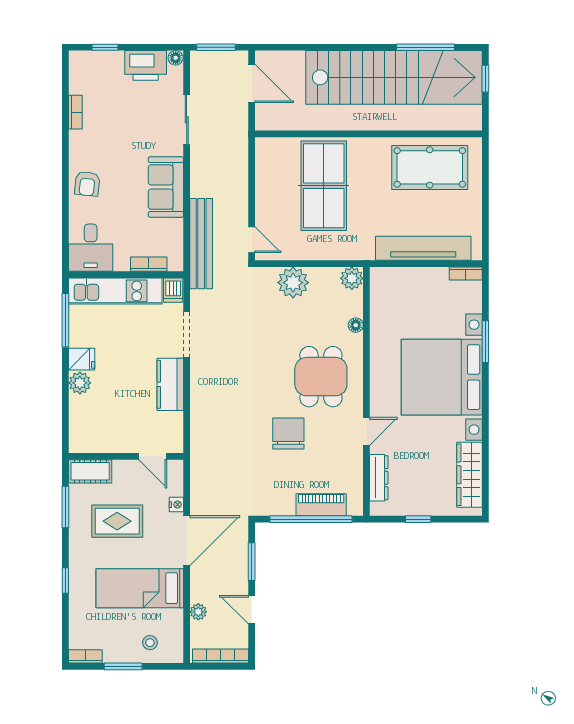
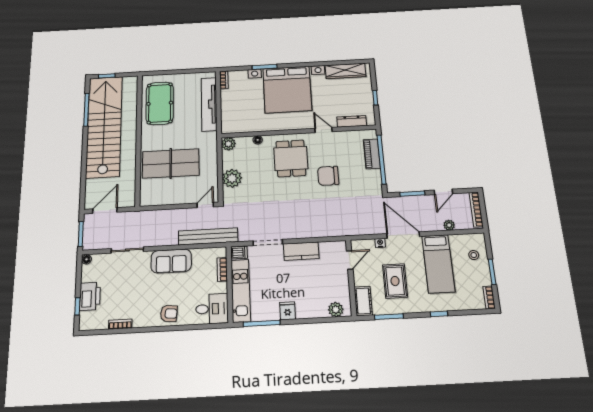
printer: (146, 65) -> (90, 296), moved
dining table: (321, 377) -> (291, 158), turned 90
plant: (80, 383) -> (336, 310), moved

